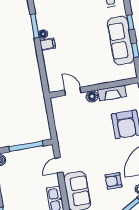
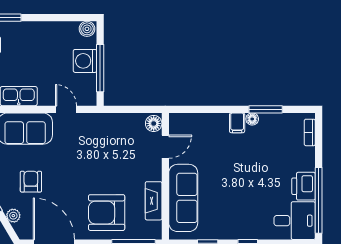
sofa: (121, 41) -> (183, 198), moved, turned 90
floor lamp: (92, 96) -> (154, 123), moved
washing machine: (23, 158) -> (85, 61), added

